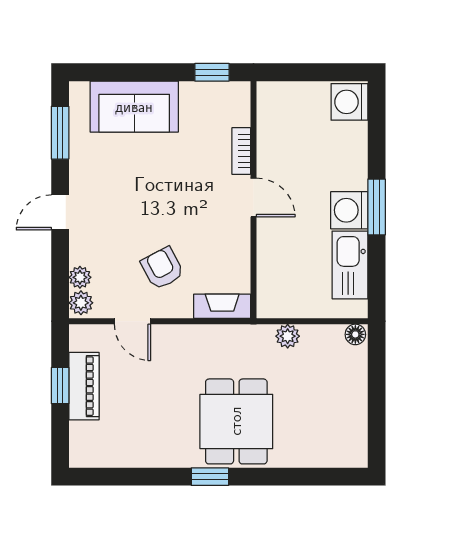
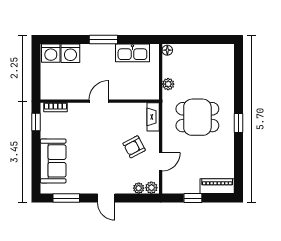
bookcase: (241, 151) -> (55, 107), moved
washing machine: (349, 210) -> (70, 53), moved
piano: (84, 386) -> (217, 186), moved
dining table: (236, 421) -> (197, 117), moved

